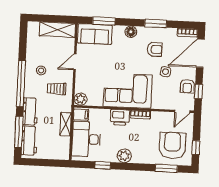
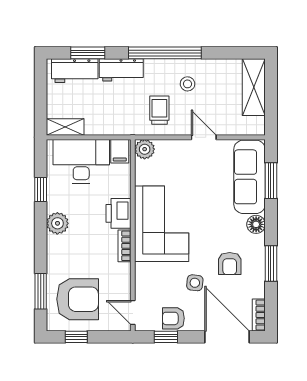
shelving: (57, 30) -> (254, 87), moved
sofa: (95, 34) -> (250, 177), width x1.36
shelving: (65, 124) -> (65, 127), moved
window: (19, 132) -> (88, 53), width x0.69

